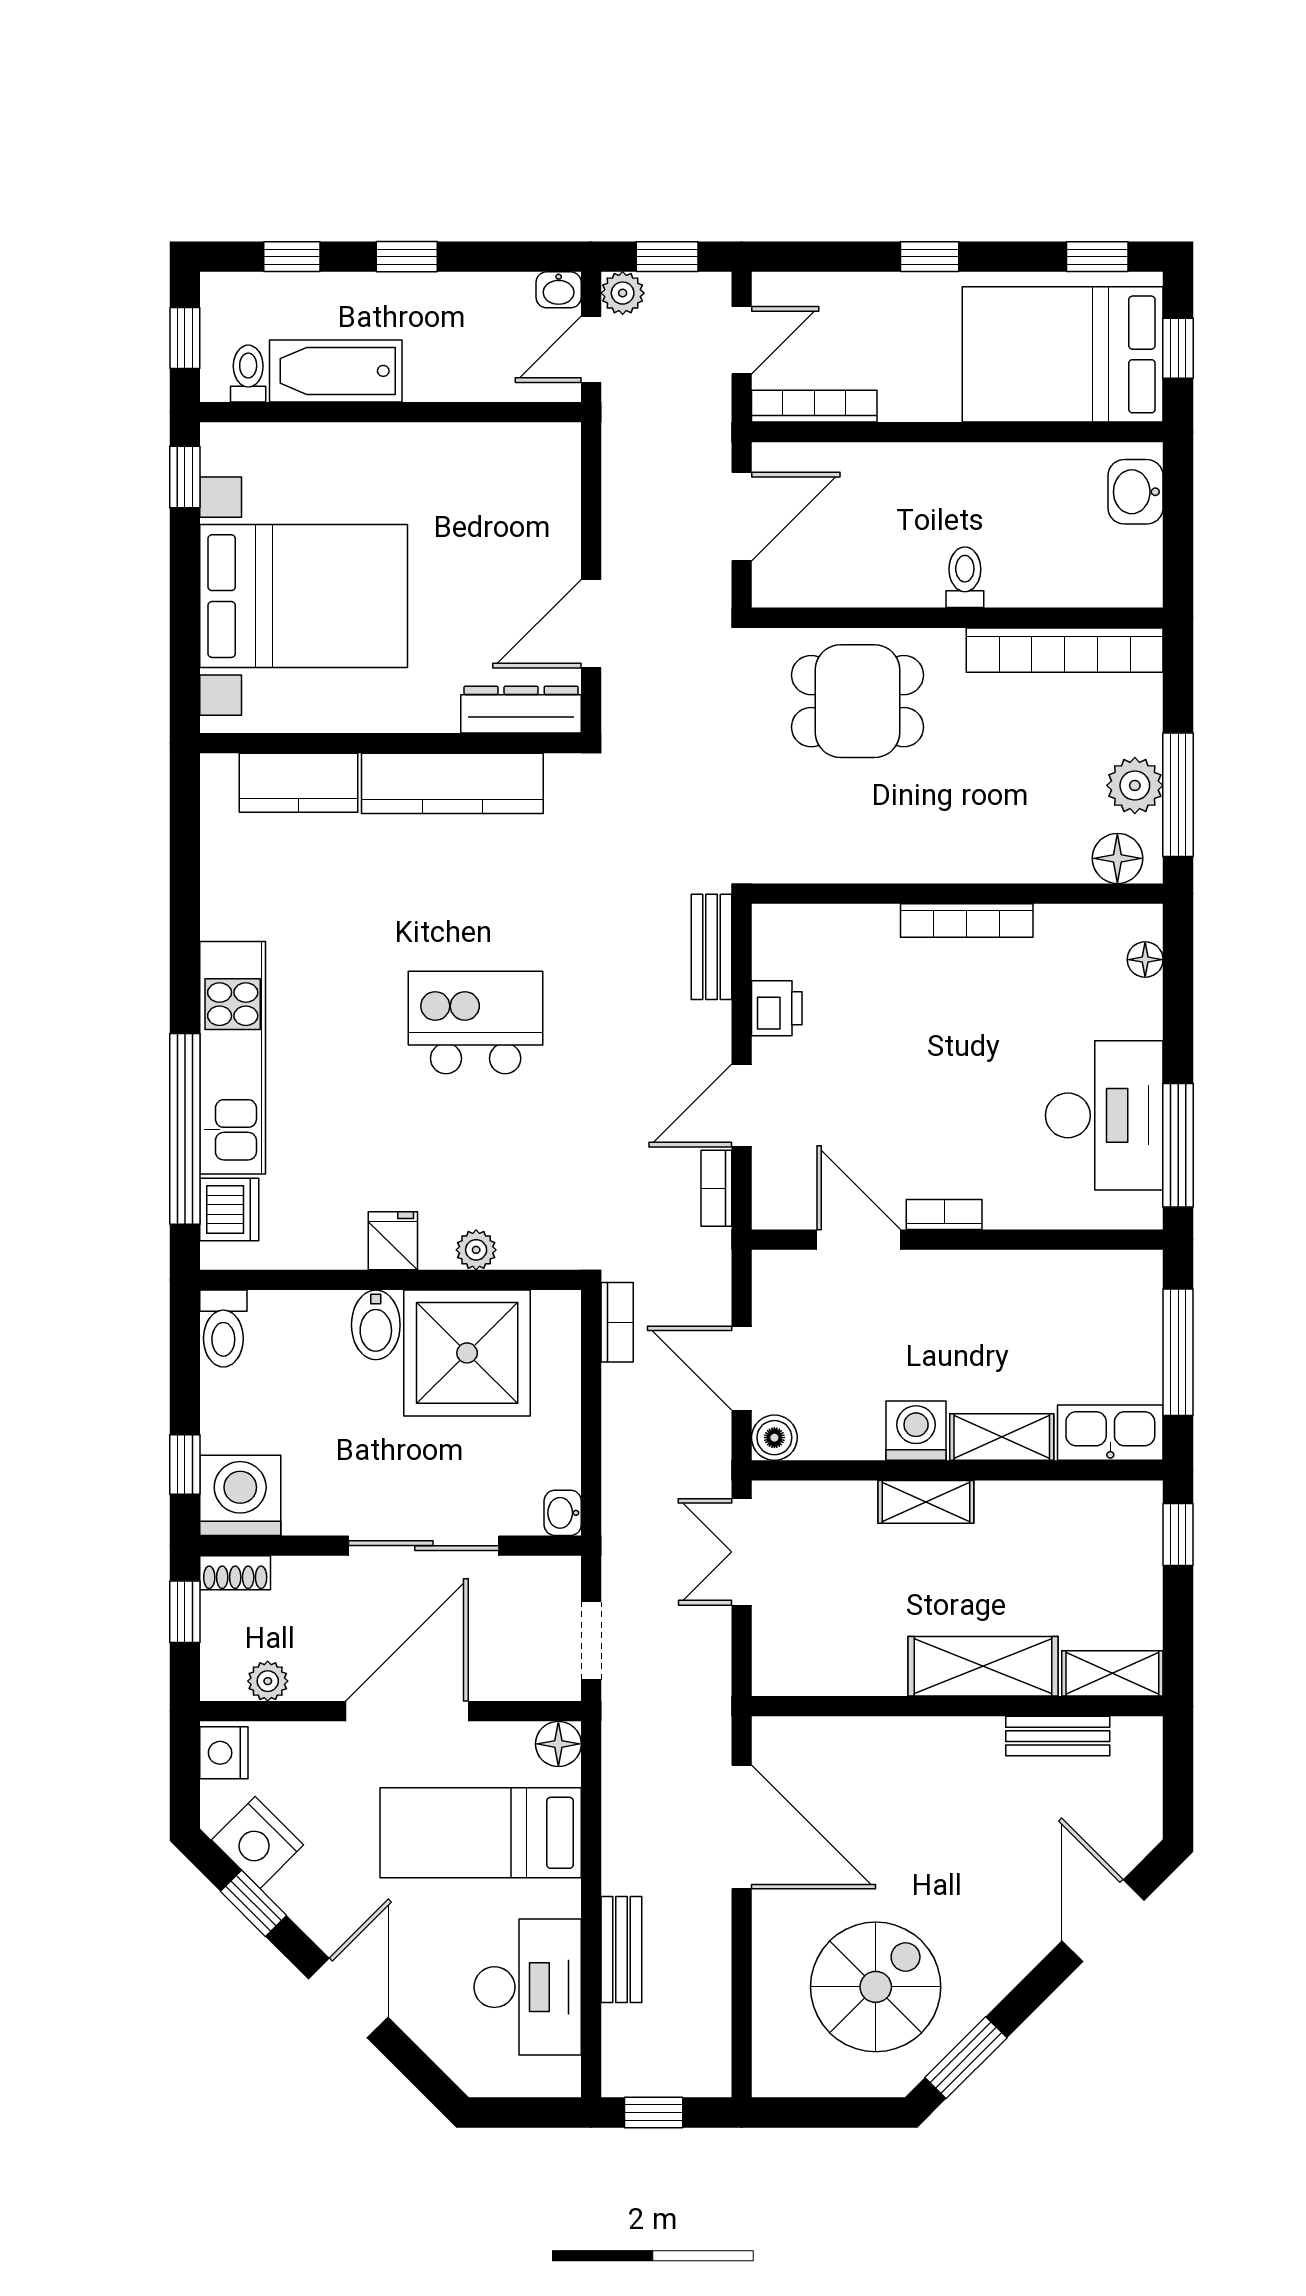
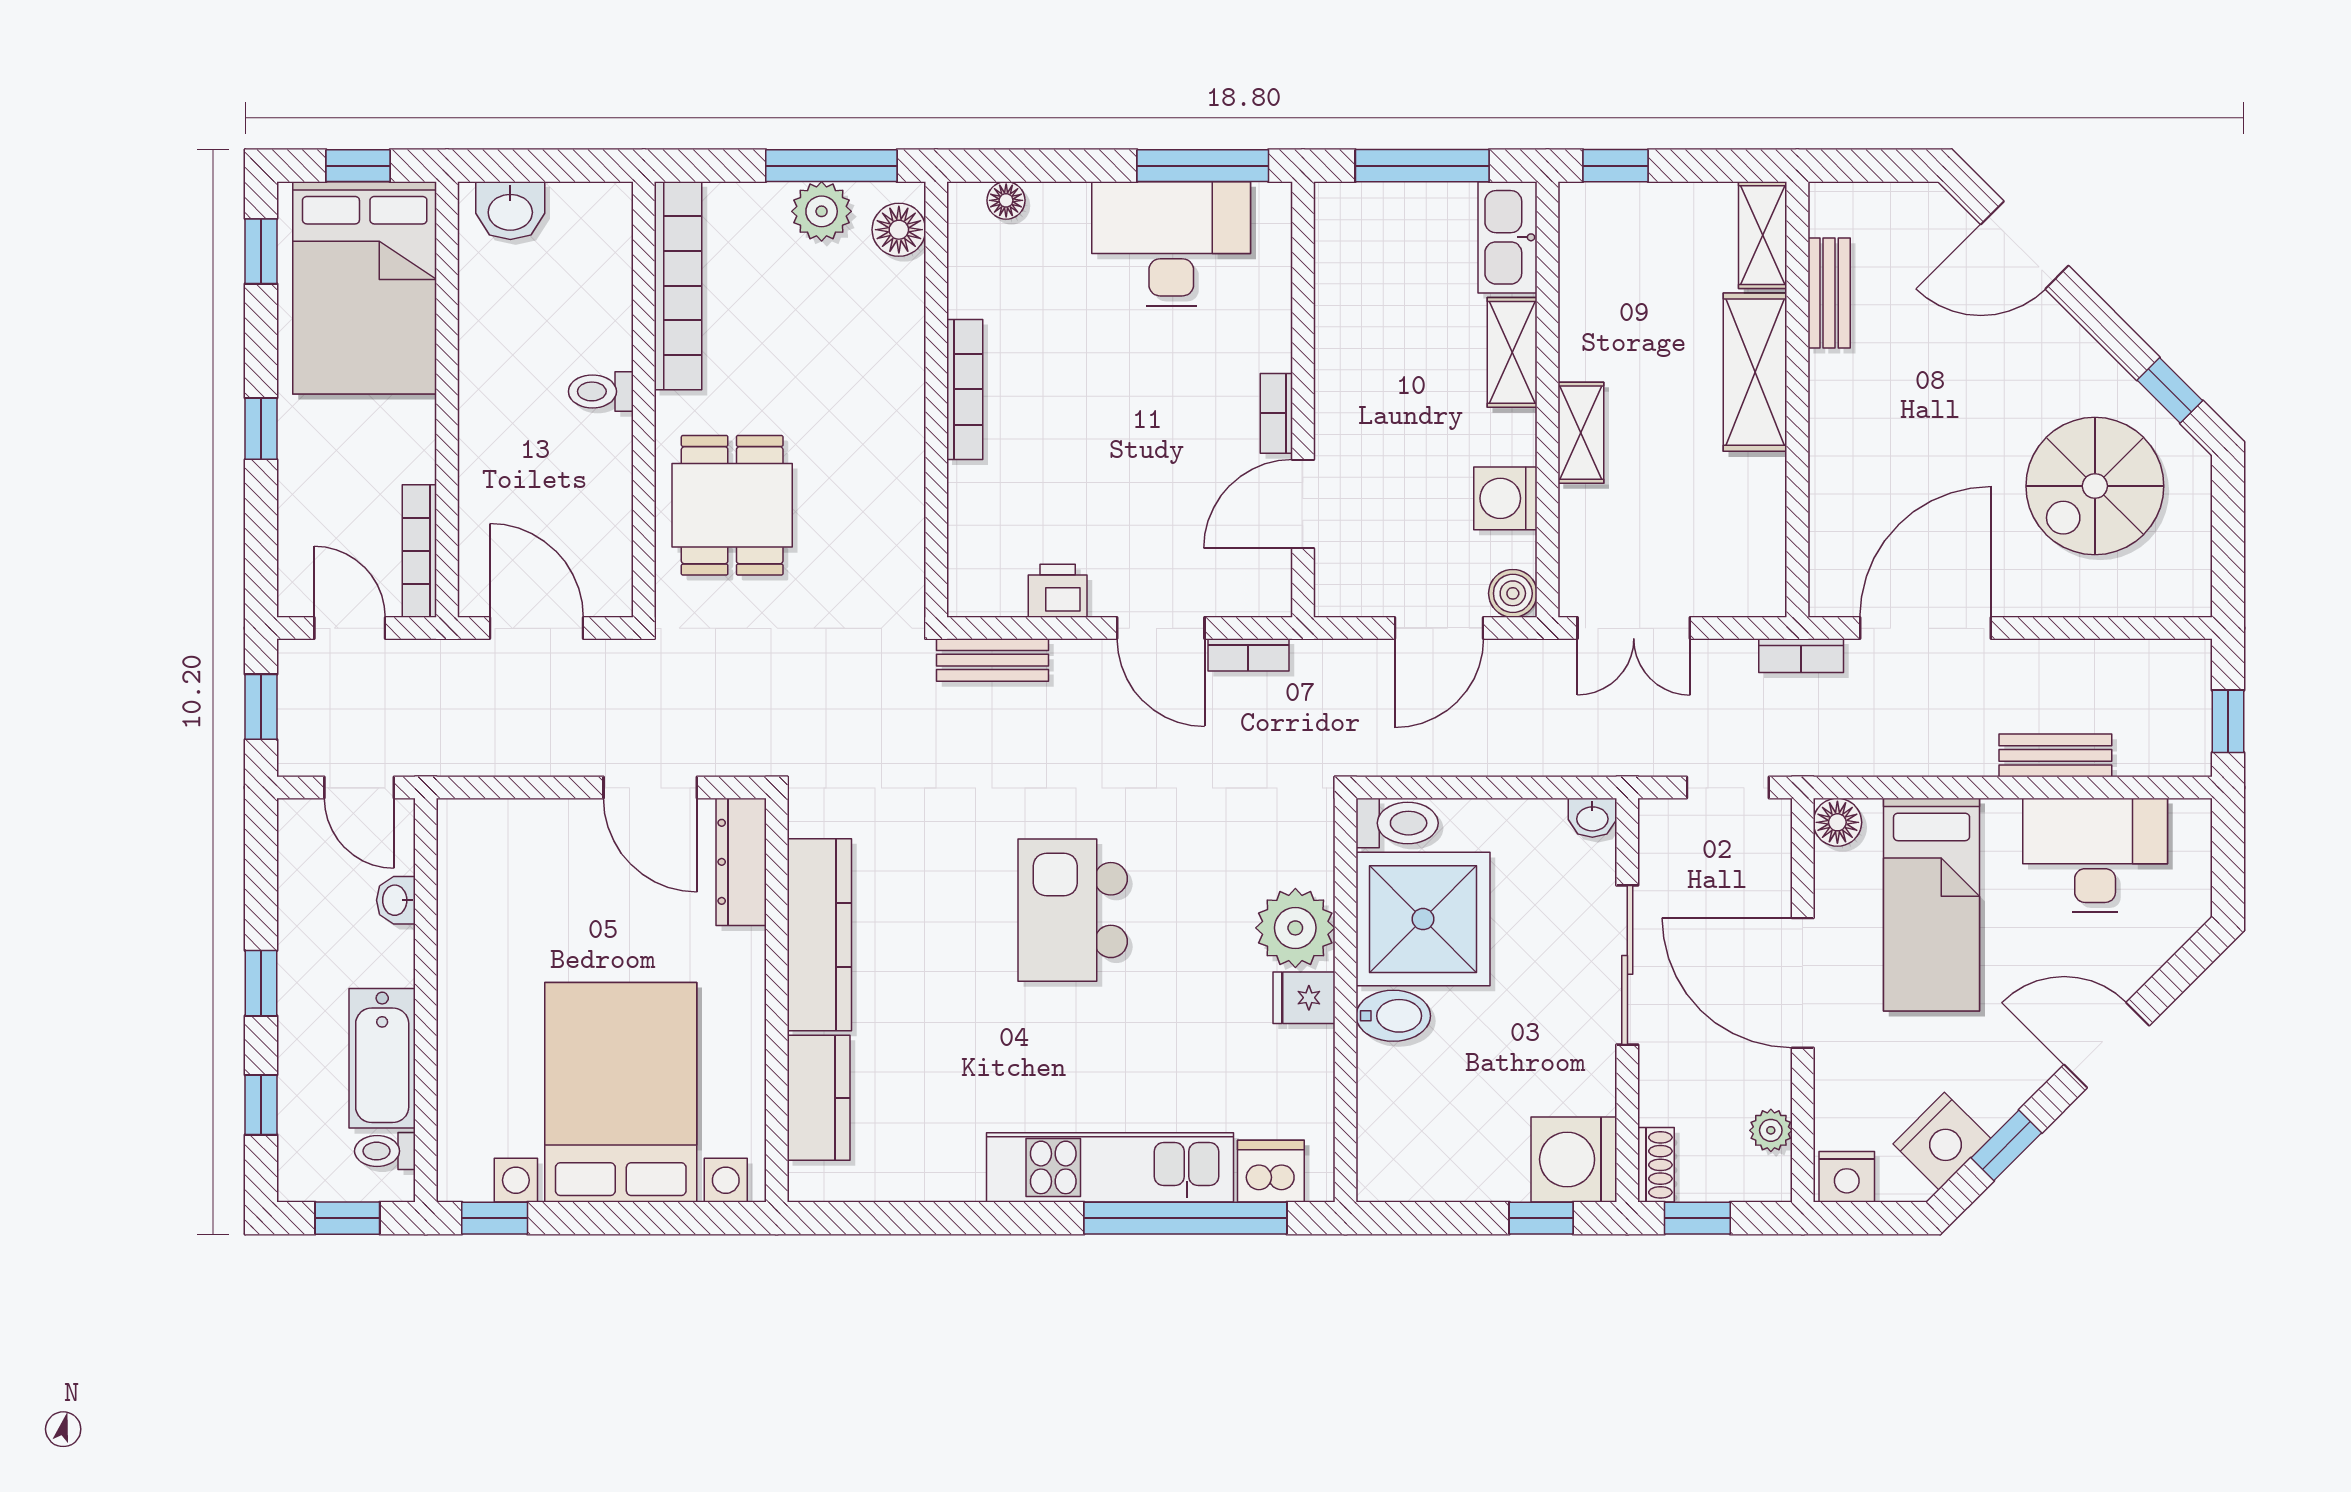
washbasin: (559, 290) -> (396, 900), moved, turned 180
plant: (623, 293) -> (300, 754), removed
plant: (476, 1250) -> (1295, 928), width x1.87, depth x1.87
bookcase: (617, 1322) -> (1801, 656), moved, turned 180
toilet: (223, 1328) -> (1397, 823), moved
washing machine: (916, 1431) -> (1505, 498), moved
spiral stairs: (876, 1987) -> (2095, 486), turned -90
window: (966, 2058) -> (2170, 390), width x0.67

